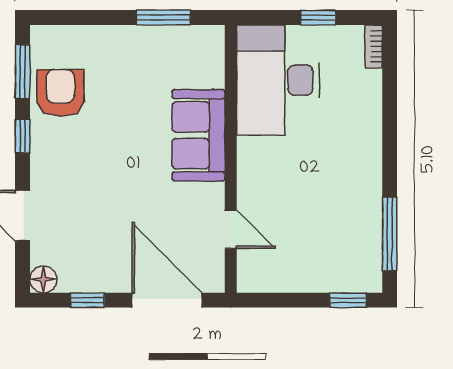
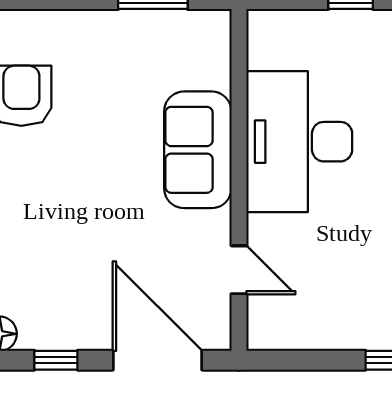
desk: (278, 80) -> (299, 142), moved

